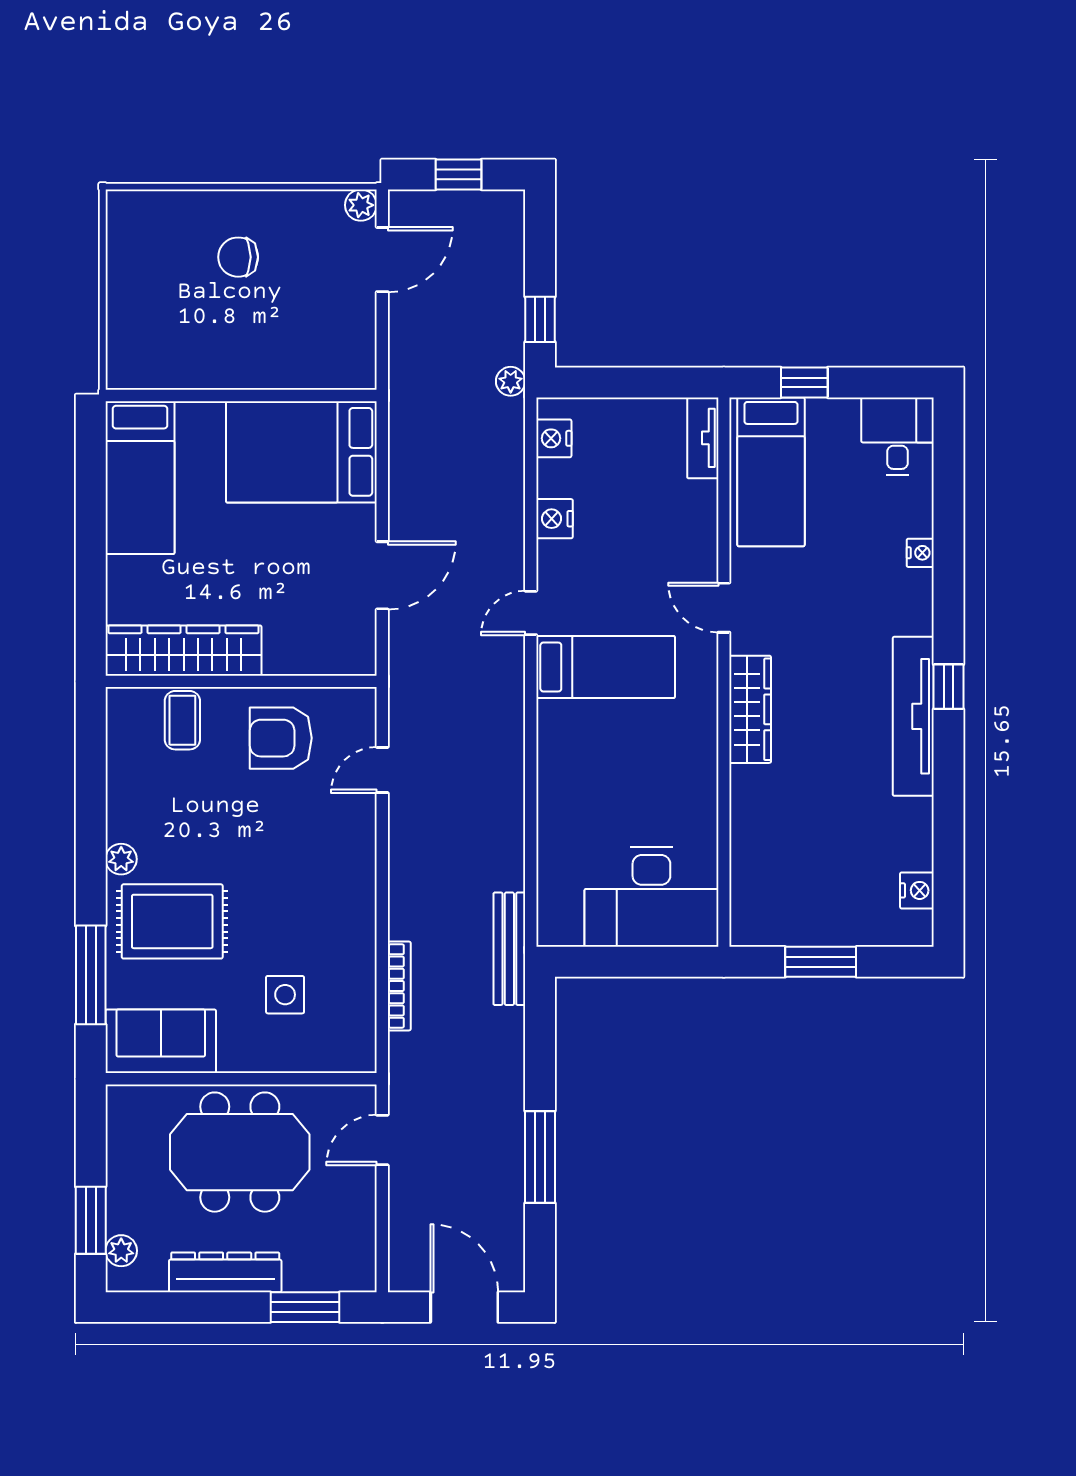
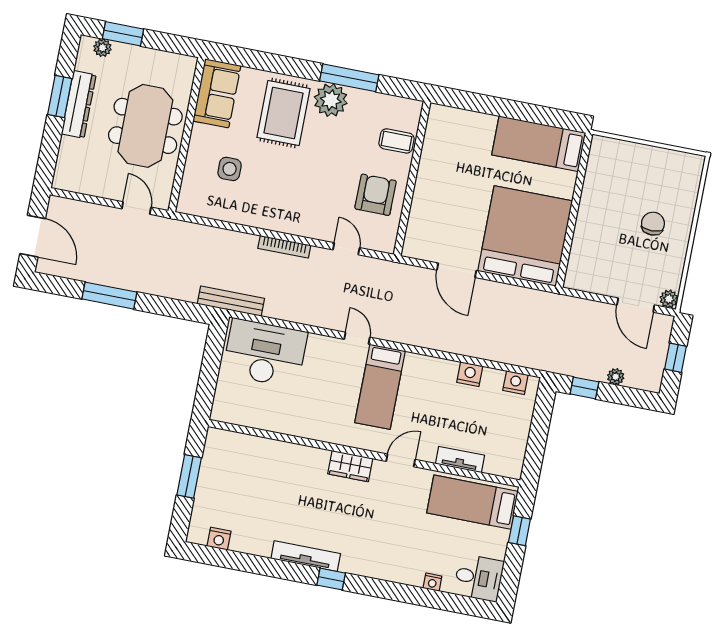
plant: (511, 381) -> (616, 377), moved
tv unit: (703, 438) -> (460, 460), moved
bed: (301, 452) -> (525, 236), width x1.36
nightstand: (920, 553) -> (432, 582), moved
door: (531, 613) -> (357, 338), moved
wardrobe: (184, 651) -> (436, 149), removed
wardrobe: (750, 709) -> (350, 466), width x0.67
tv unit: (913, 716) -> (306, 556), width x0.73, depth x0.78
plant: (121, 859) -> (331, 100), width x1.88, depth x1.88
desk: (651, 897) -> (265, 353), moved, turned 90
window: (91, 975) -> (349, 78), moved
bookcase: (399, 986) -> (284, 247), moved
window: (305, 1307) -> (60, 97), moved
door: (464, 1307) -> (33, 236), hinge flipped

